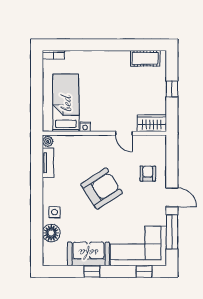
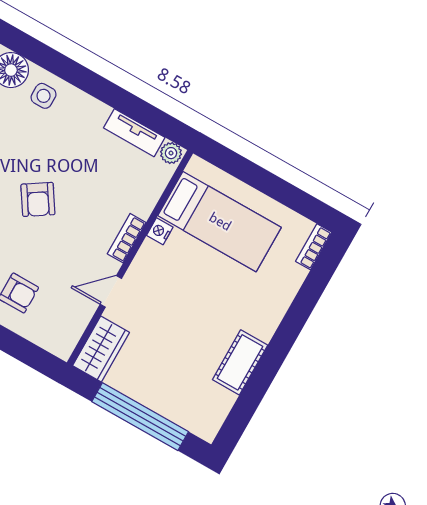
cot: (145, 58) -> (240, 362), moved
window: (172, 89) -> (140, 417), width x3.17
bookcase: (96, 140) -> (127, 238), added
armchair: (102, 189) -> (38, 199), width x0.53, depth x0.53

